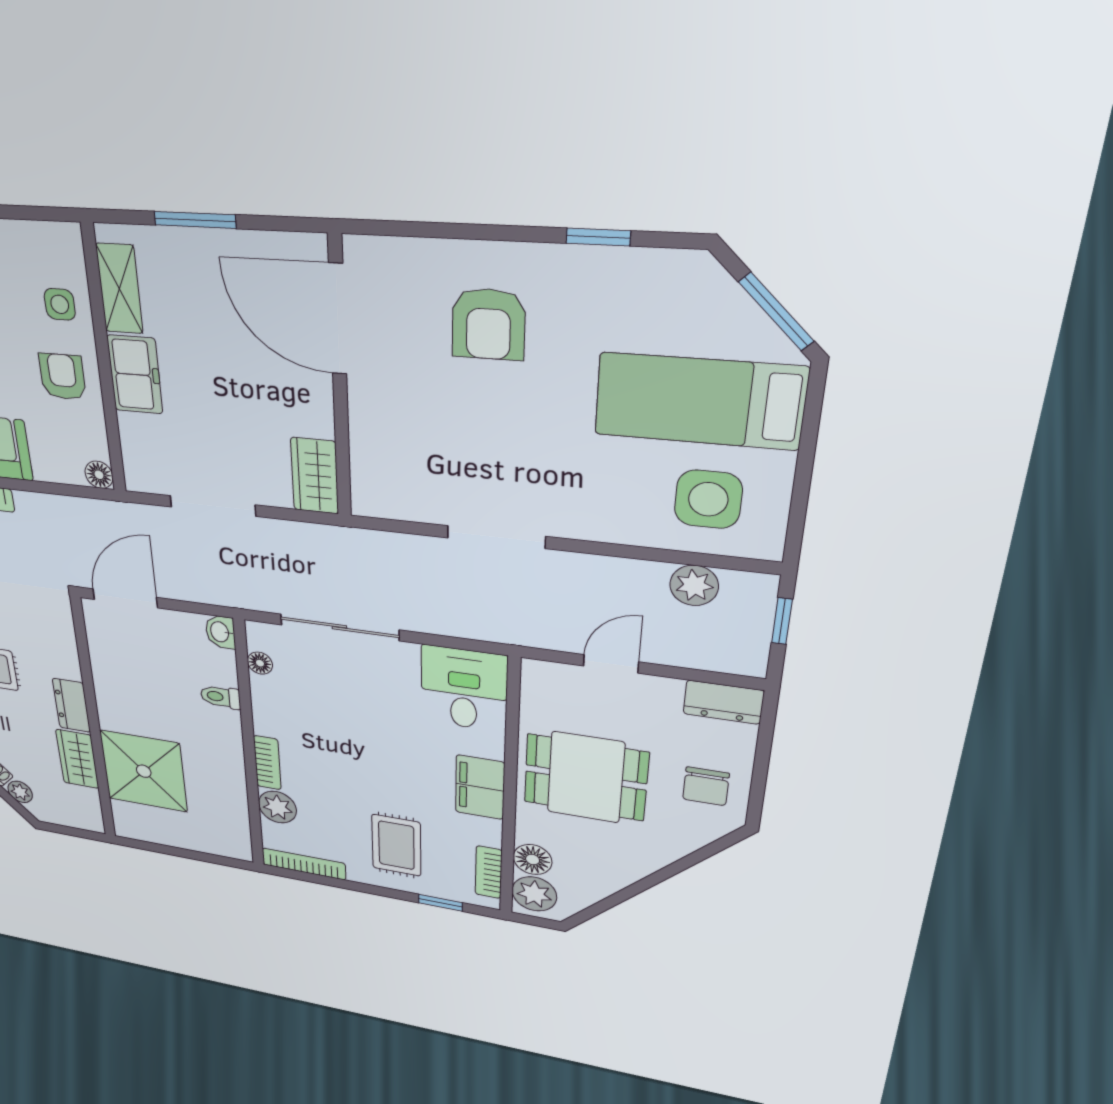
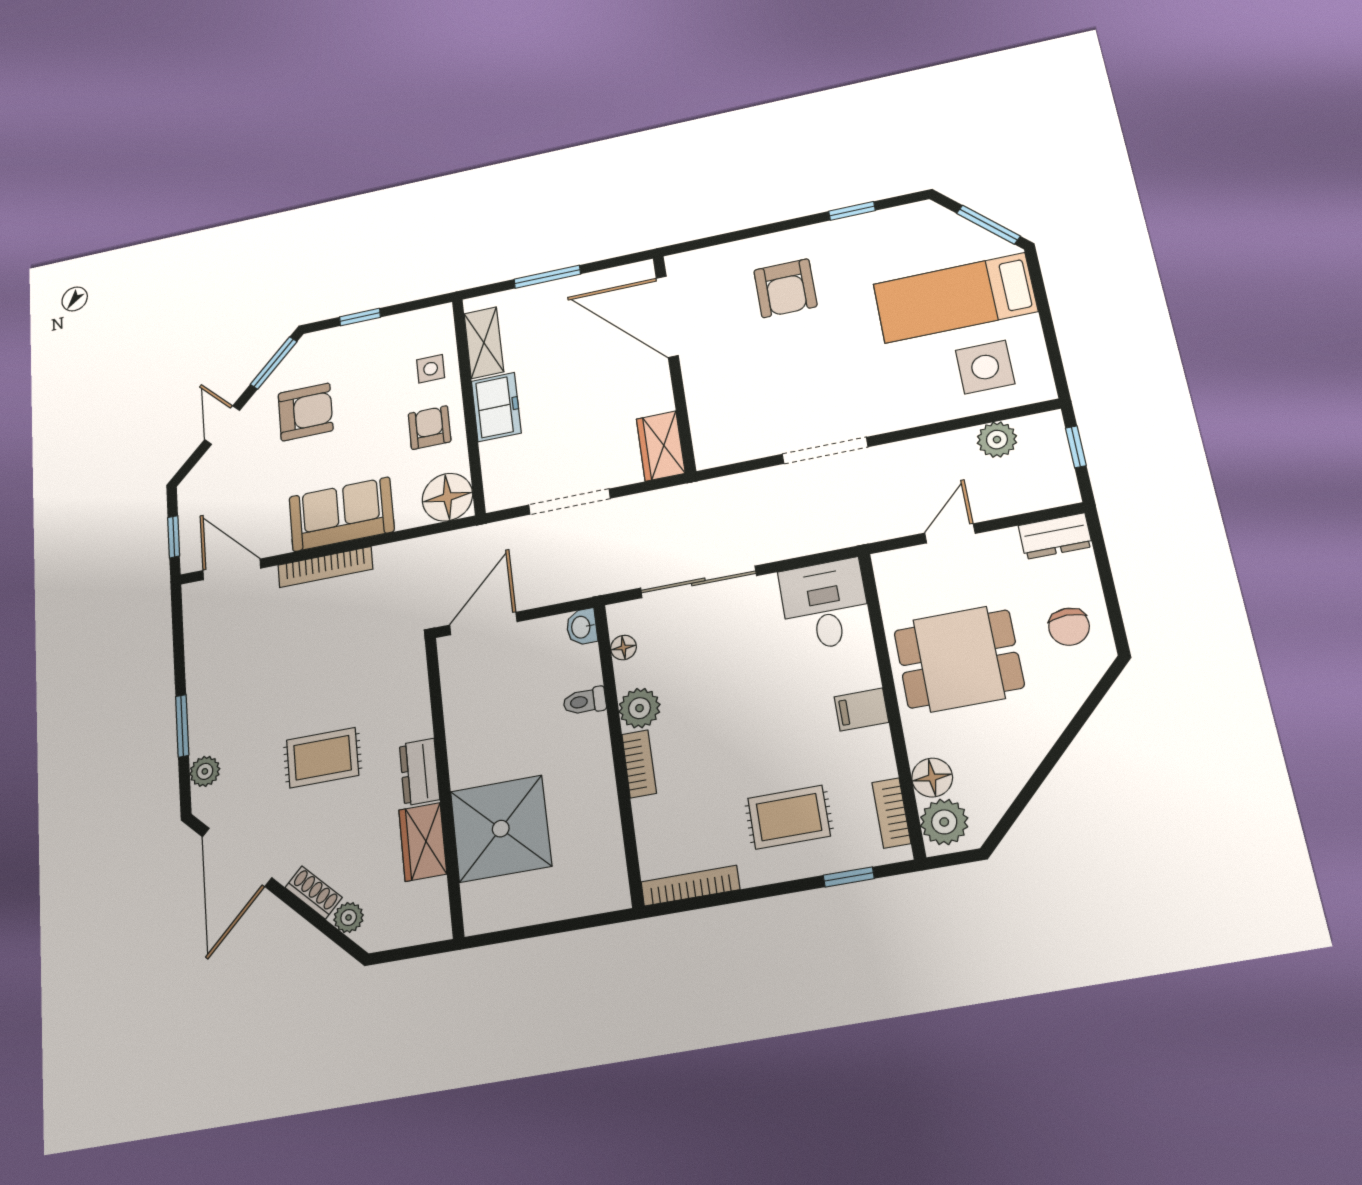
floor lamp: (99, 475) -> (447, 497), width x1.89, depth x1.89
filing cabinet: (480, 787) -> (861, 709), width x0.50
plant: (277, 807) -> (640, 708), moved
rug: (396, 845) -> (789, 817), turned 90

